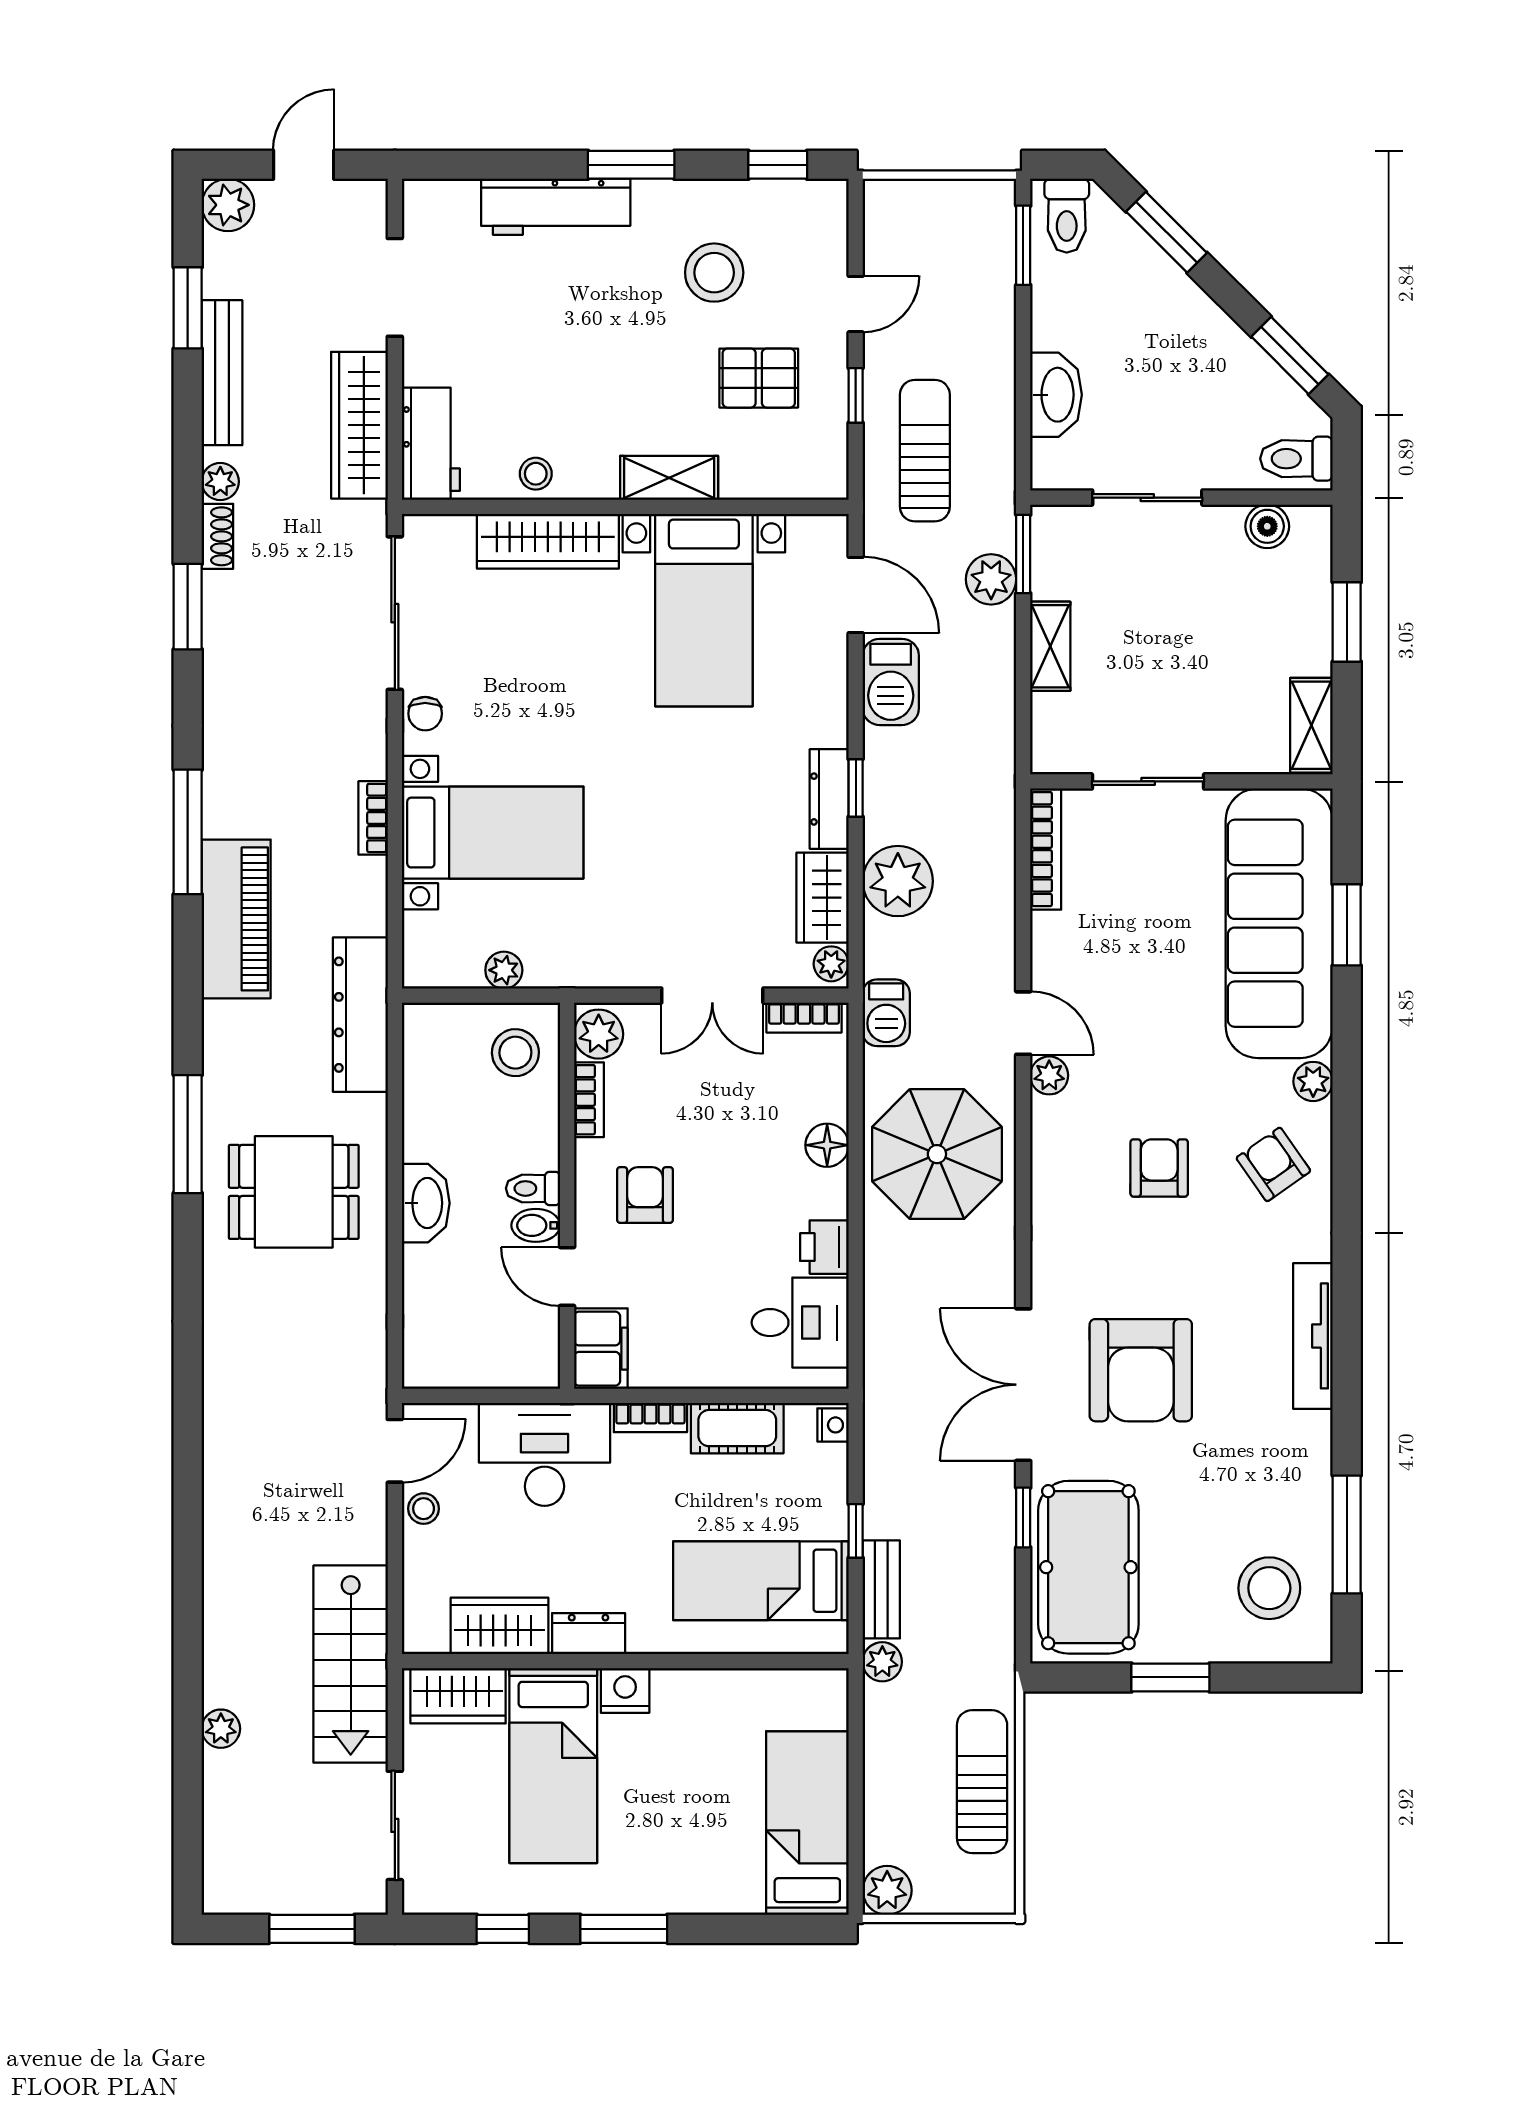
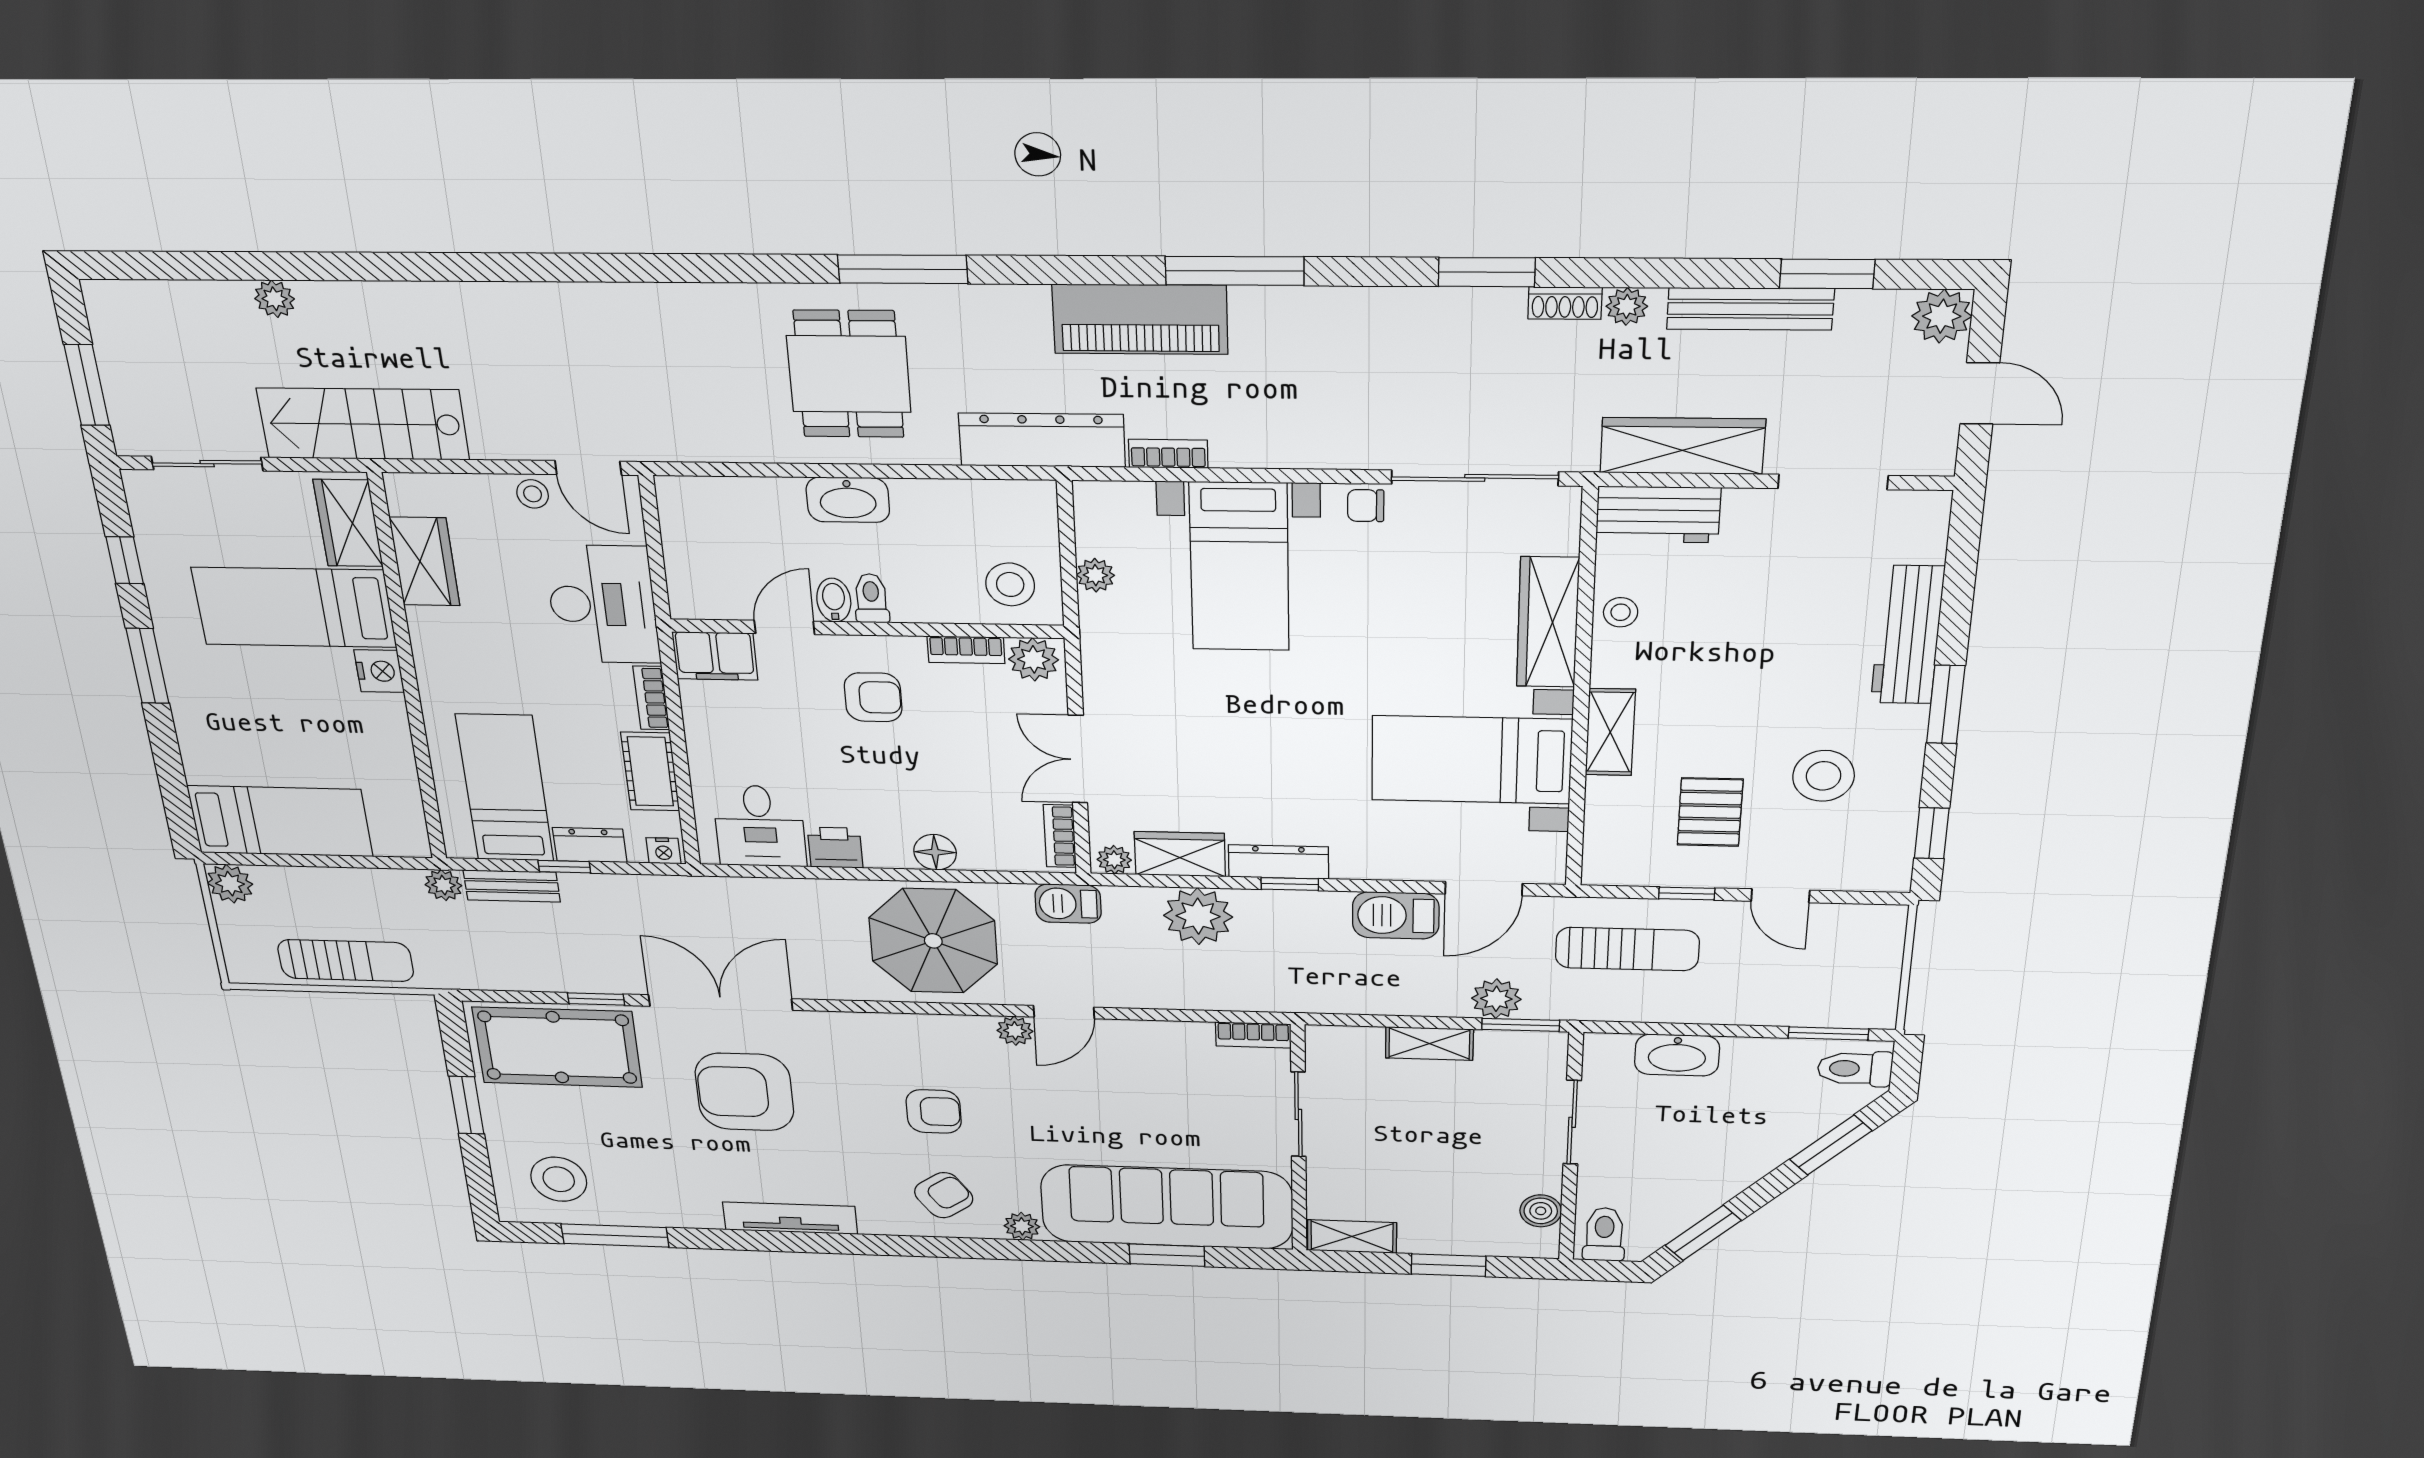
bookcase: (373, 818) -> (1168, 454), moved
bookcase: (1046, 849) -> (1253, 1035), width x0.64
dresser: (589, 1634) -> (590, 845), moved, turned -90

